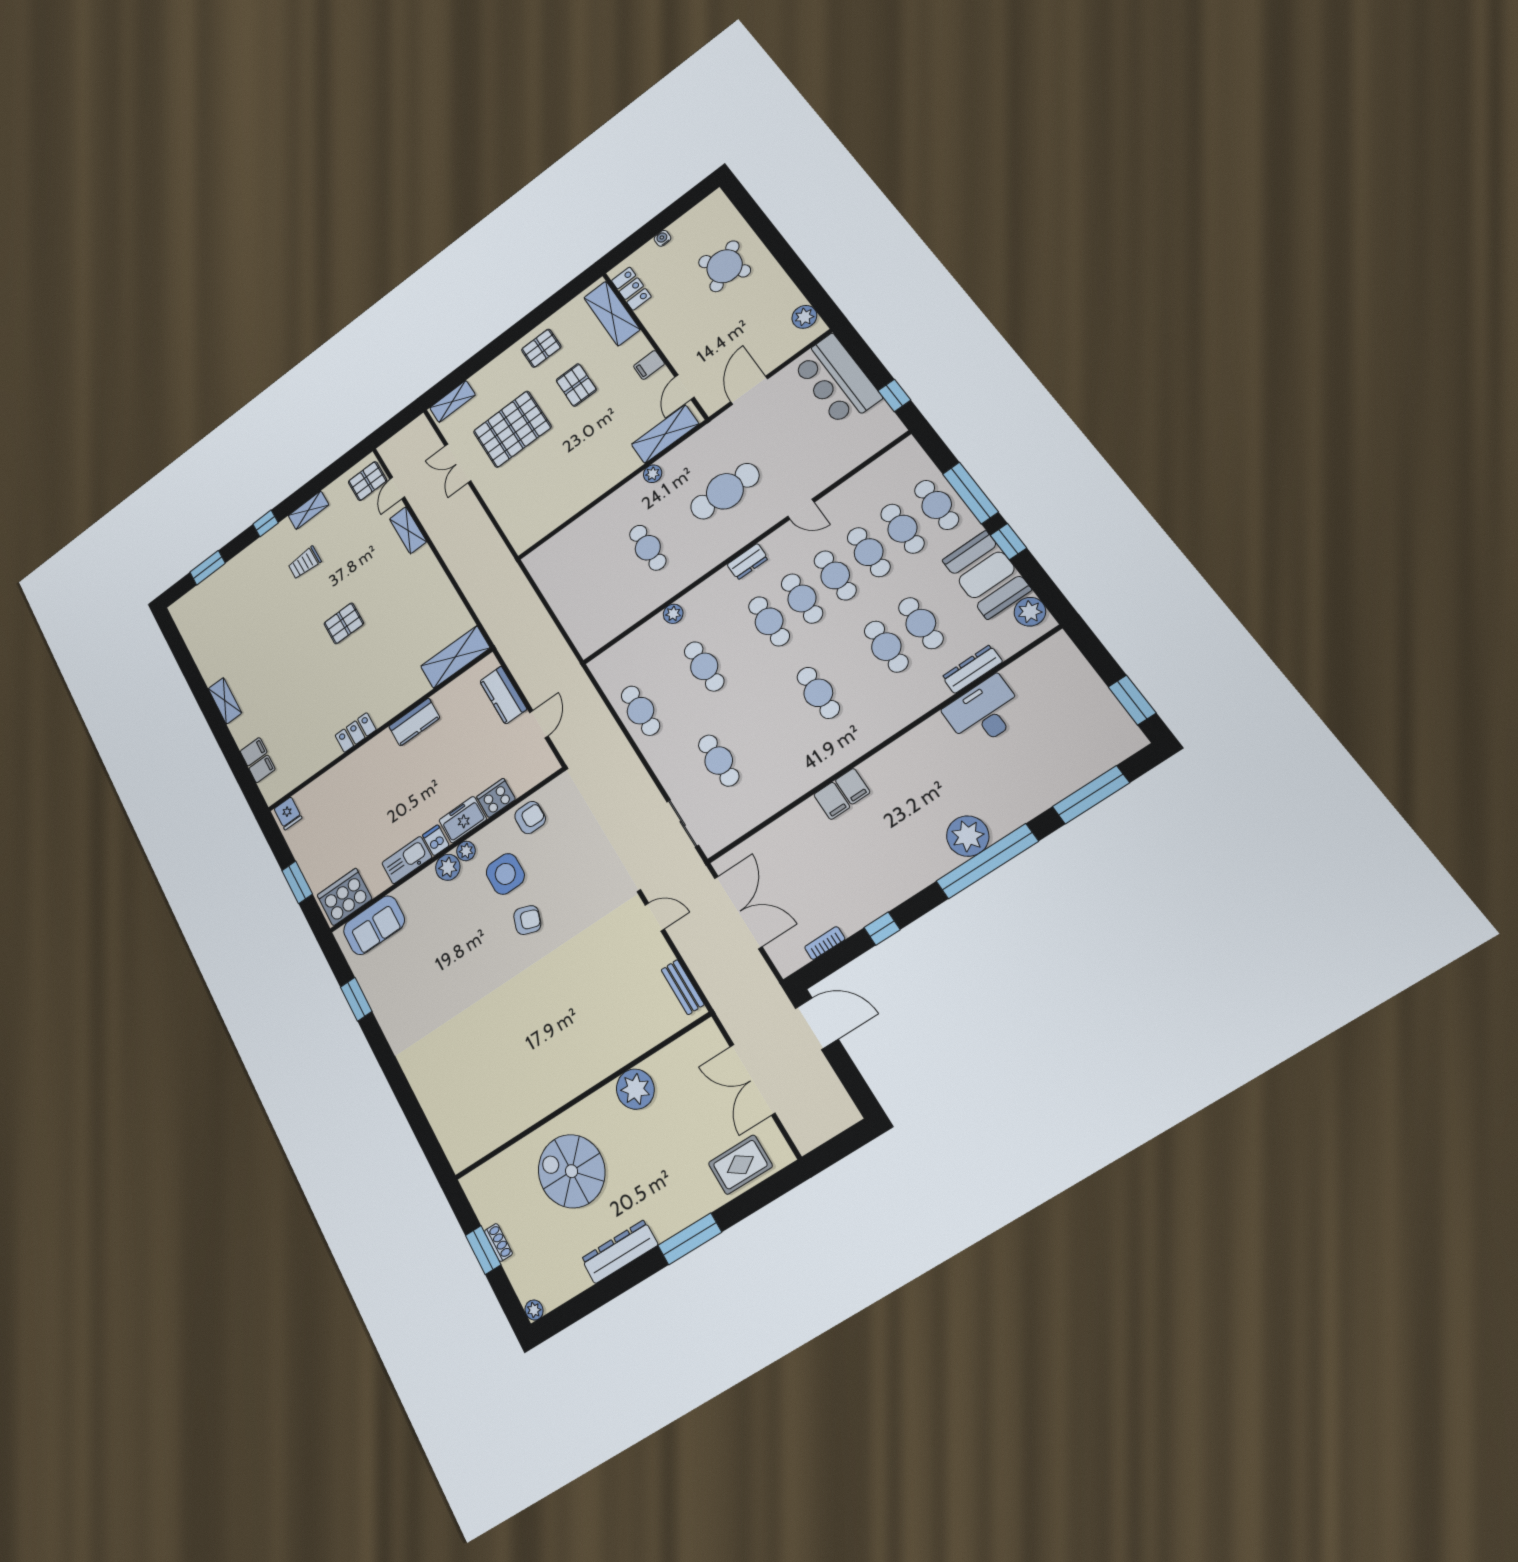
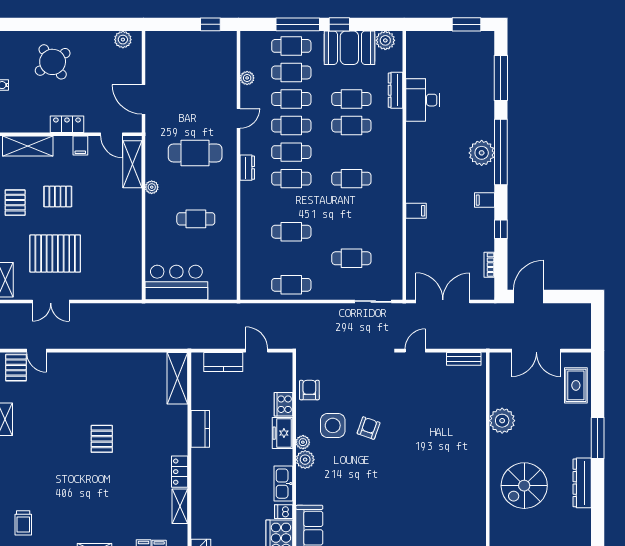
locker: (631, 289) -> (67, 124), moved
bar counter: (836, 380) -> (176, 282), moved, turned 180
pallet: (512, 429) -> (55, 254), turned 90
cafe table: (725, 491) -> (195, 153), turned 90
shelving: (408, 530) -> (180, 506), moved, turned 90
trolley: (305, 563) -> (23, 523), moved
plant: (673, 614) -> (247, 78), moved
filing cabinet: (853, 786) -> (485, 200), moved, turned 180
dishwasher: (436, 840) -> (284, 512), moved

